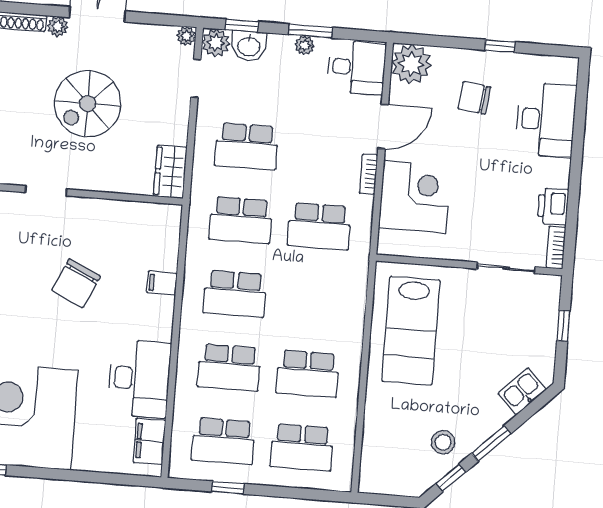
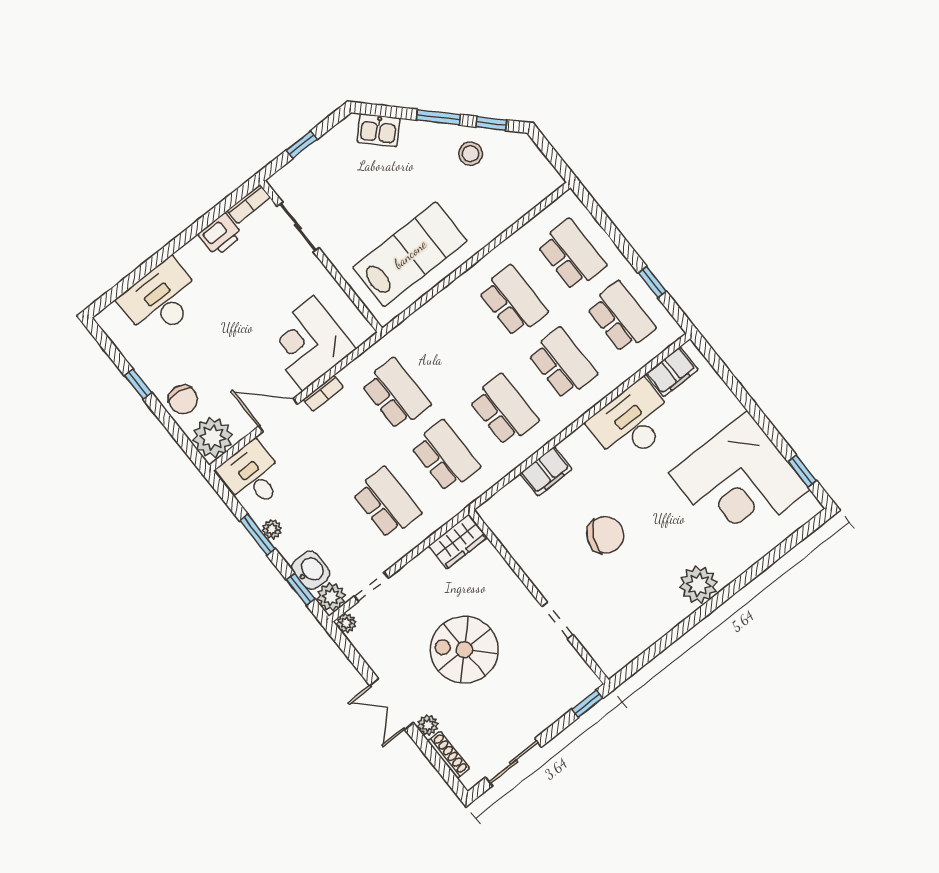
chair: (474, 98) -> (183, 399), moved
spiral stairs: (88, 104) -> (464, 650), turned 180
filing cabinet: (162, 283) -> (546, 471), width x2.00

